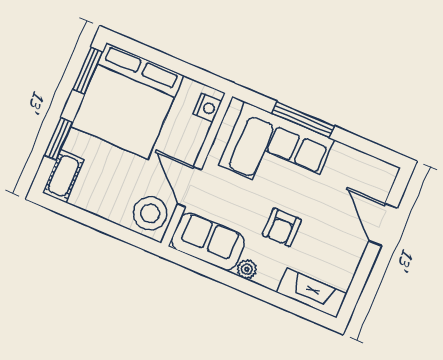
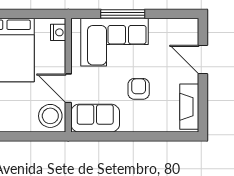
armchair: (282, 227) -> (139, 89), turned 180
plant: (247, 269) -> (128, 125), removed
fireplace: (312, 293) -> (189, 107), moved, turned -90

